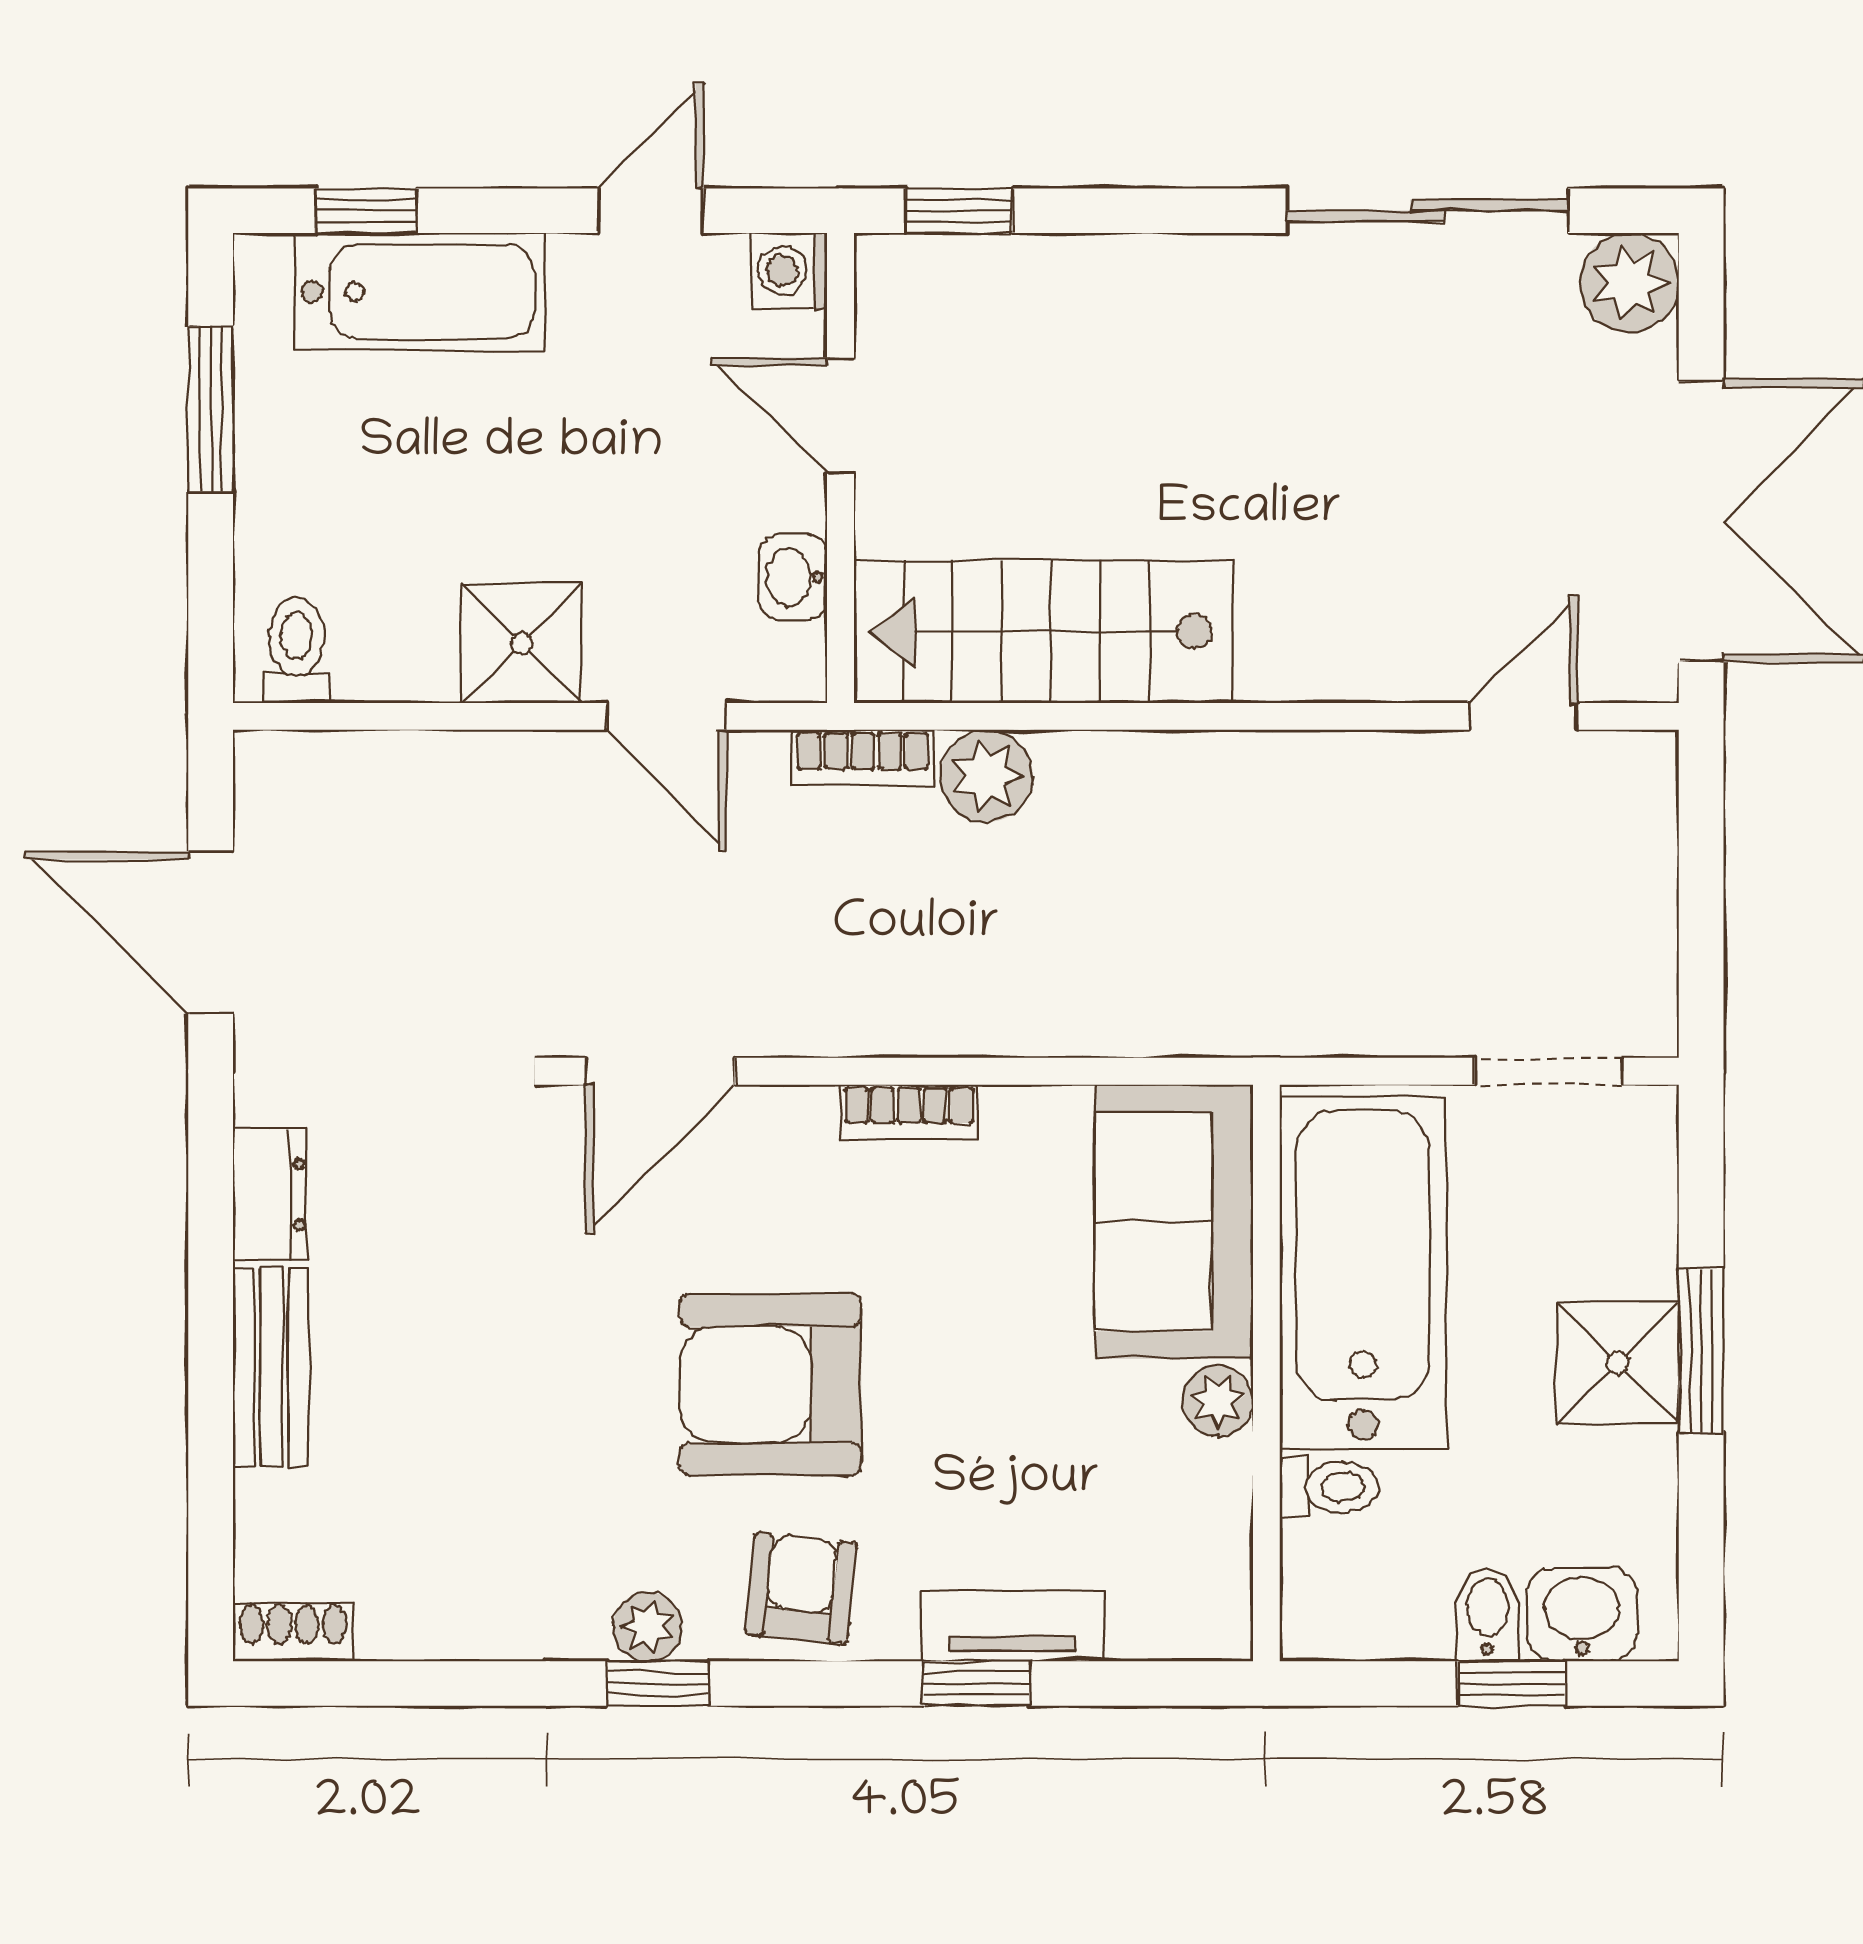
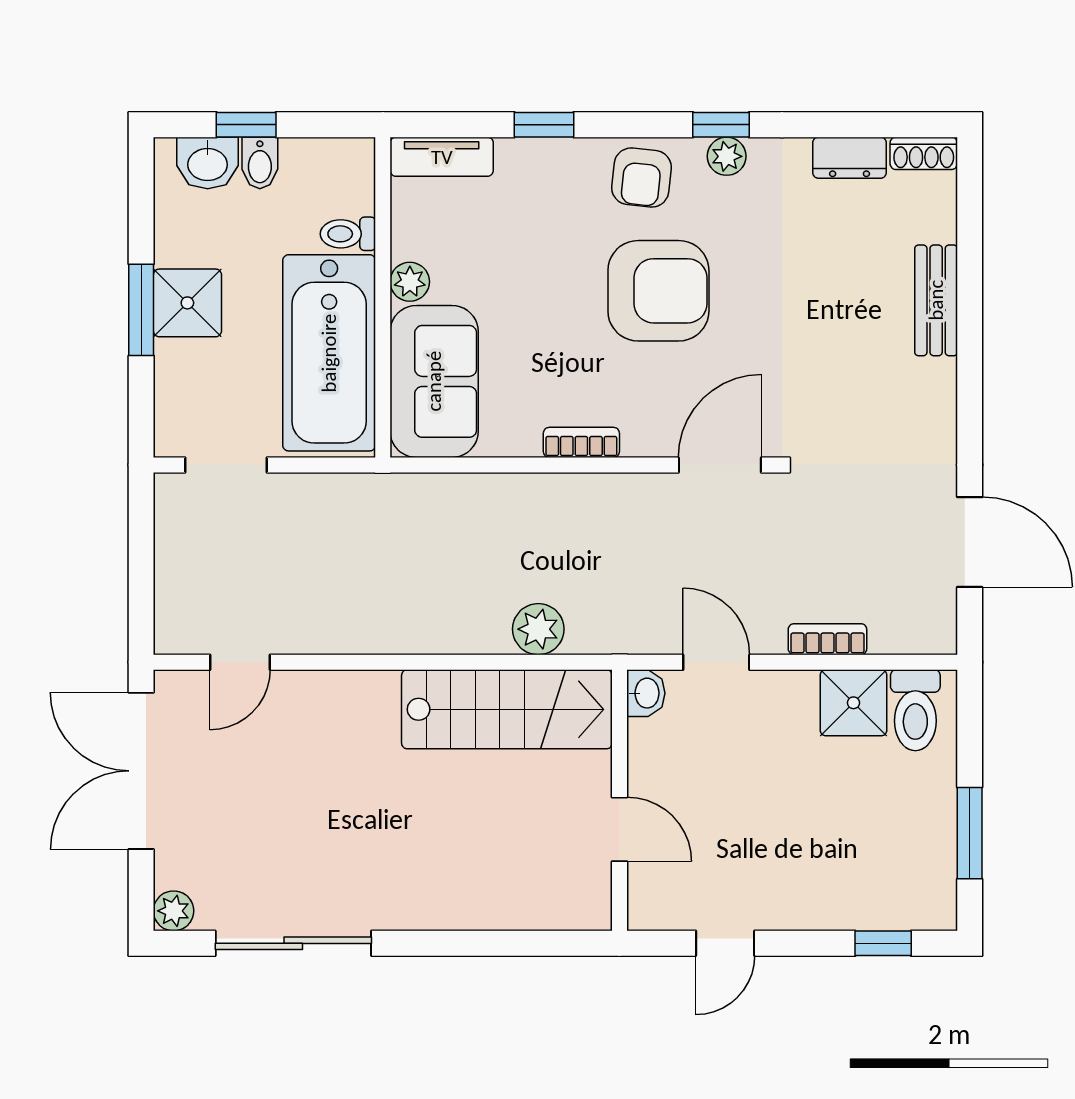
window: (959, 211) -> (554, 943), removed
washing machine: (789, 271) -> (648, 910), removed
plant: (1629, 283) -> (174, 911), width x0.73, depth x0.73
bathtub: (419, 292) -> (854, 898), removed
washbasin: (793, 577) -> (646, 693), moved
shower: (521, 643) -> (854, 703), moved
toilet: (296, 650) -> (915, 710), width x1.37, depth x1.39
bookcase: (863, 758) -> (827, 639), moved
dresser: (270, 1194) -> (850, 158), moved, turned -90
tv unit: (1013, 1626) -> (442, 157), moved

